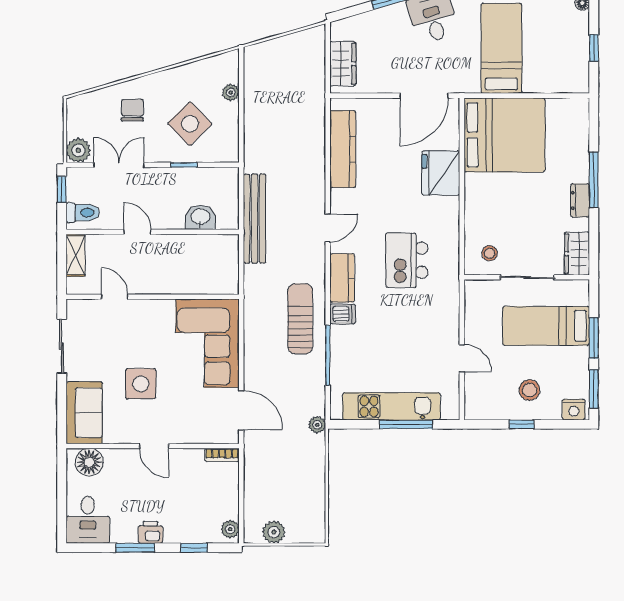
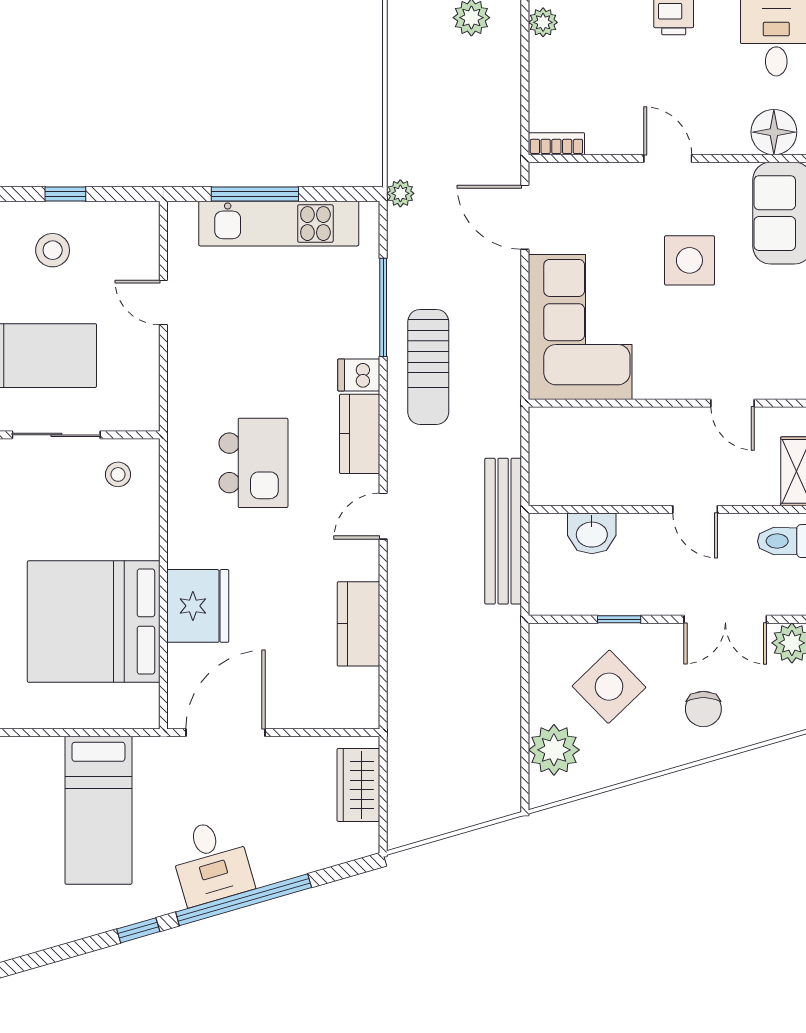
plant: (231, 92) -> (554, 750), width x1.88, depth x1.88
bed: (504, 135) -> (94, 621), moved
kitchen counter: (343, 149) -> (358, 624), width x0.67

